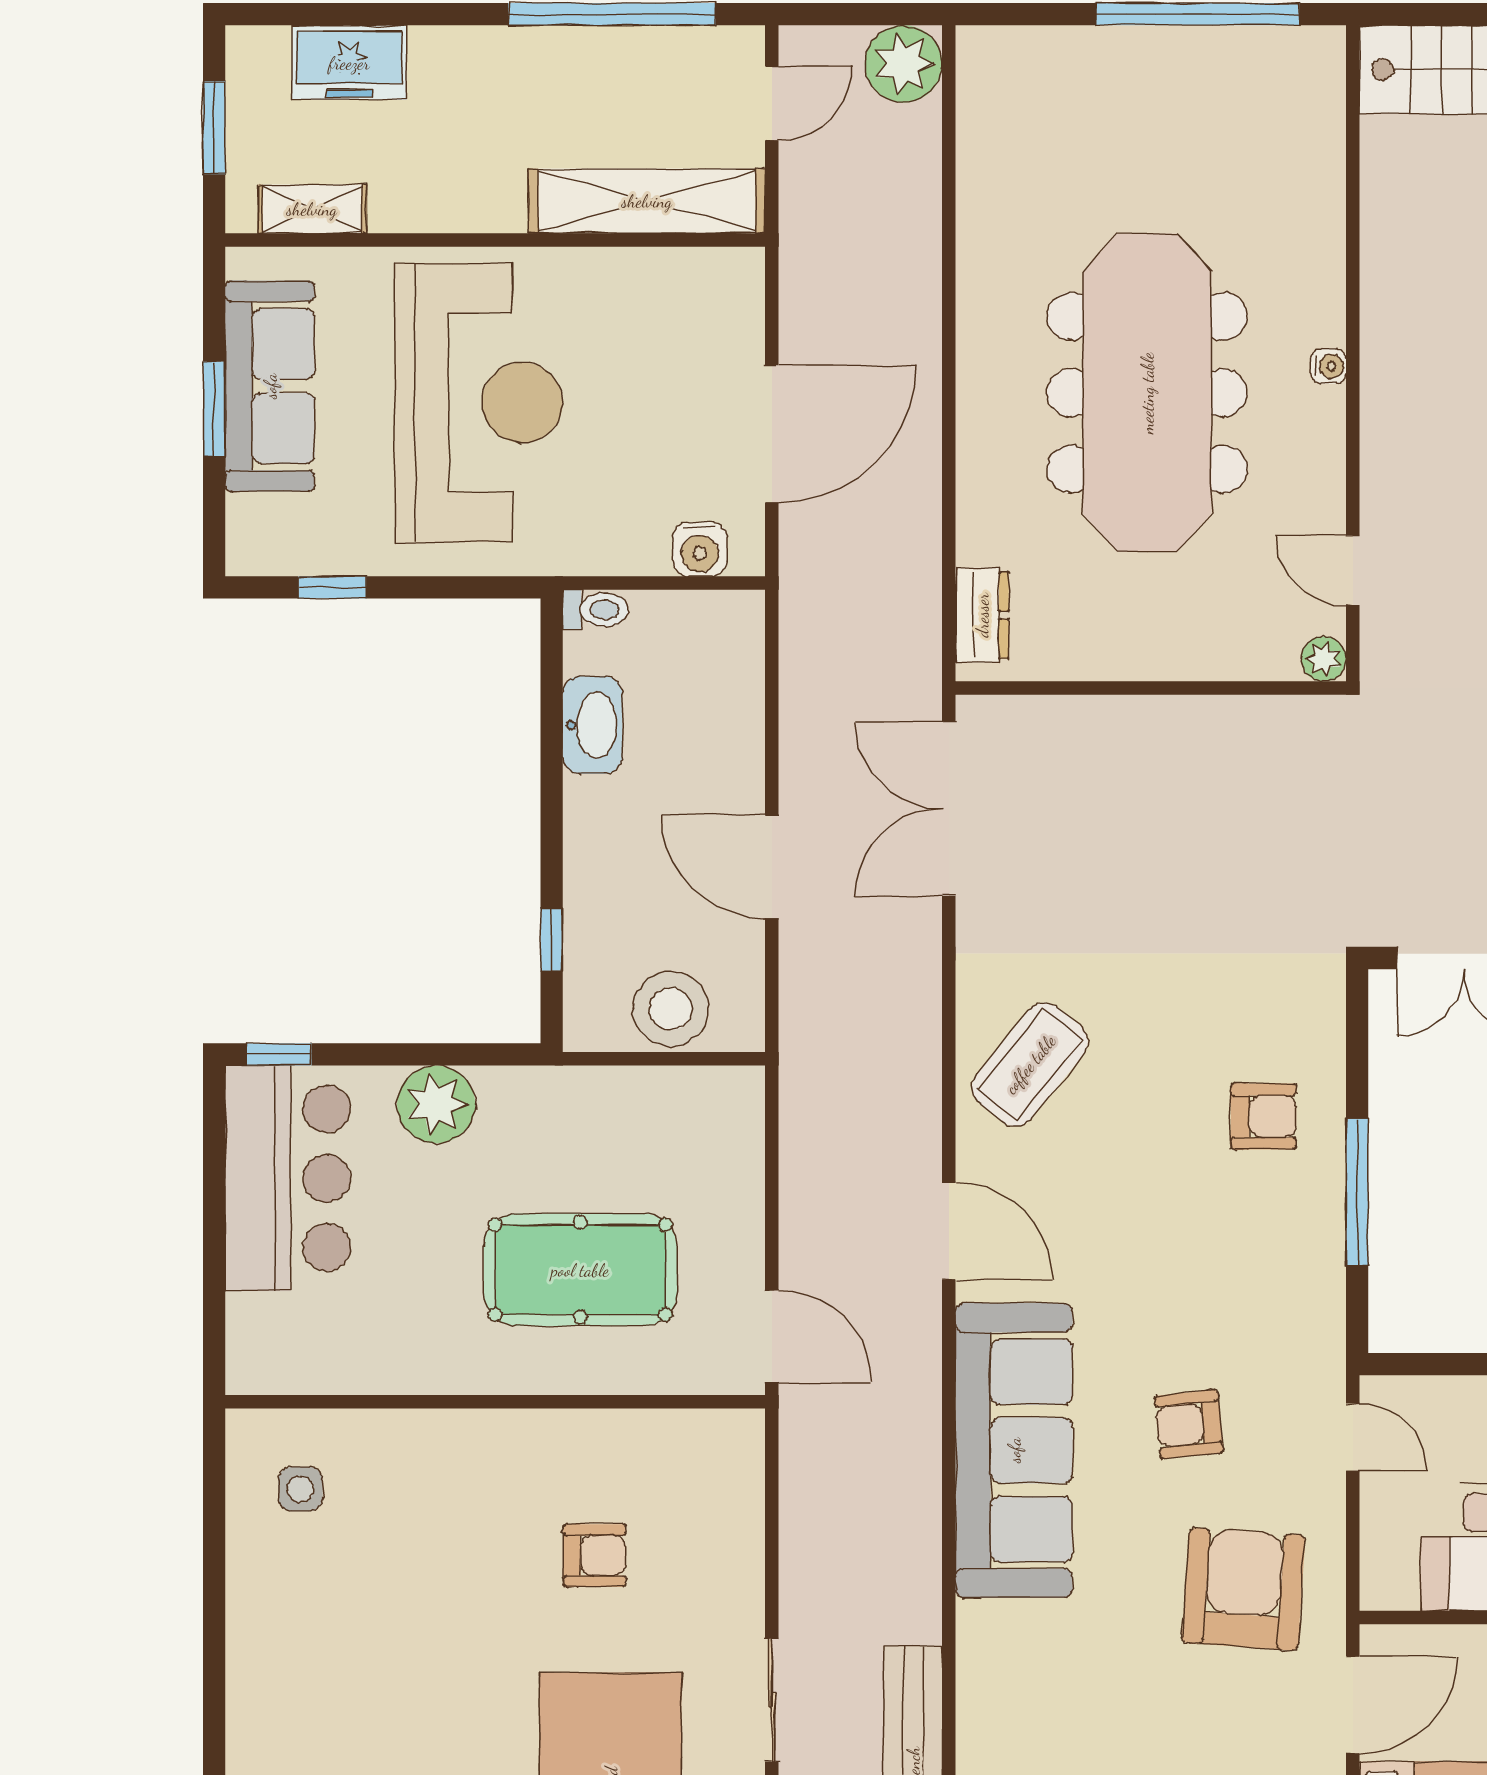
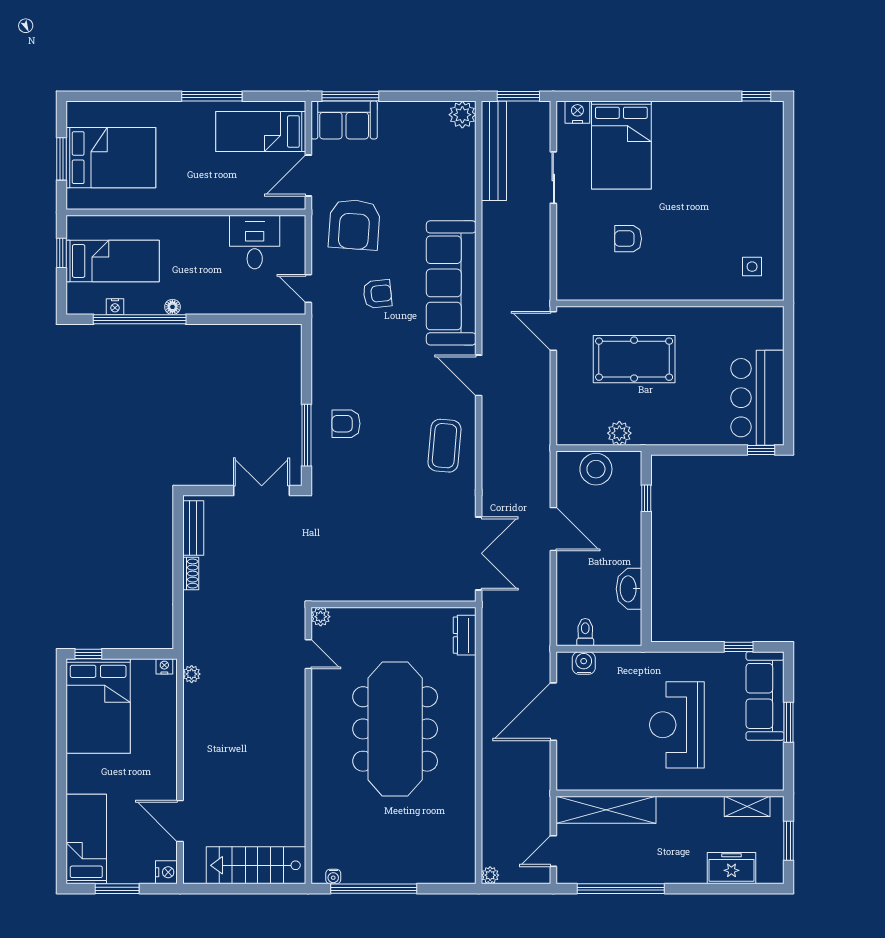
plant: (904, 64) -> (490, 875), width x0.53, depth x0.53
water cooler: (1329, 366) -> (333, 877), moved, turned -90
sofa: (270, 386) -> (765, 696), moved
reception desk: (479, 403) -> (677, 725), width x0.74, depth x0.77
toilet: (595, 610) -> (585, 632), moved, turned 90
coffee table: (1030, 1064) -> (444, 446), turned -34
plant: (436, 1104) -> (619, 433), moved, width x0.73, depth x0.73
window: (1357, 1192) -> (306, 435), moved

